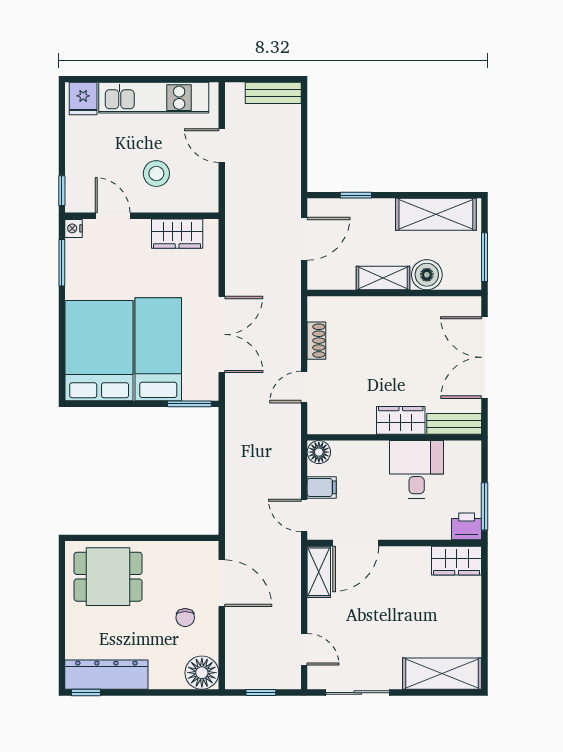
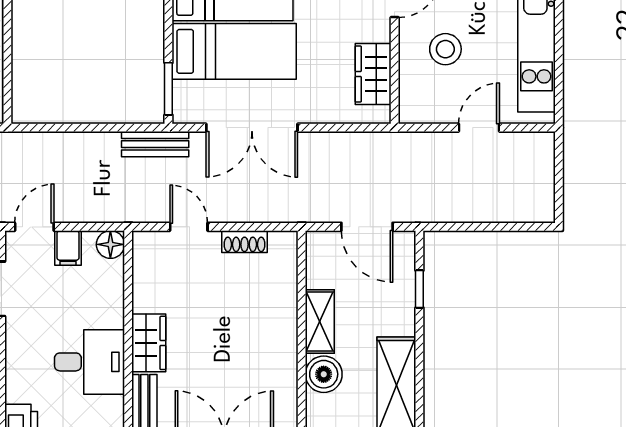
bench: (273, 93) -> (155, 144), moved, turned 90

